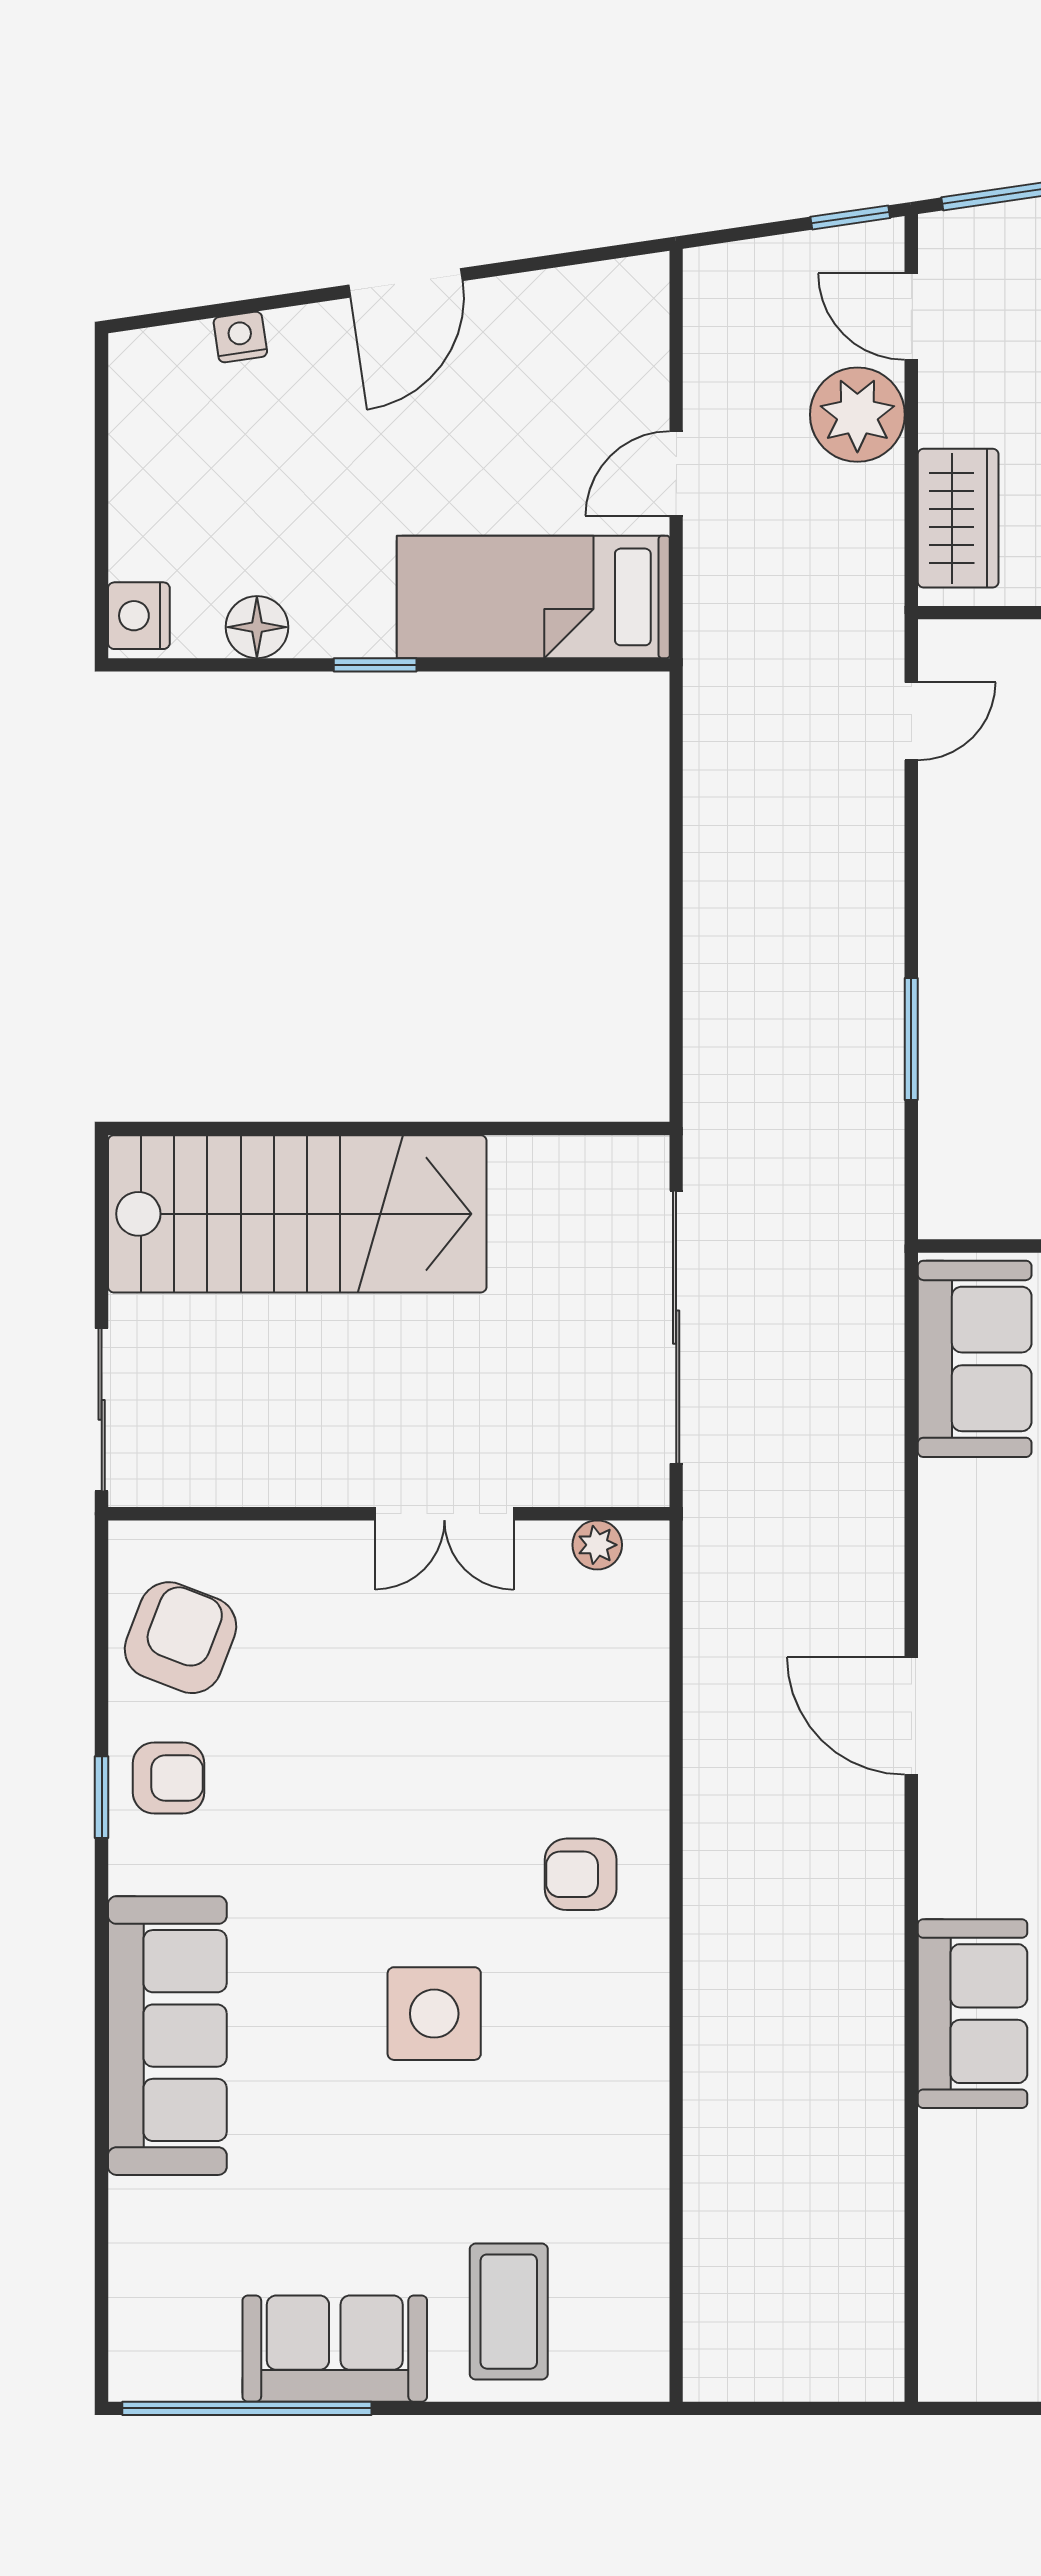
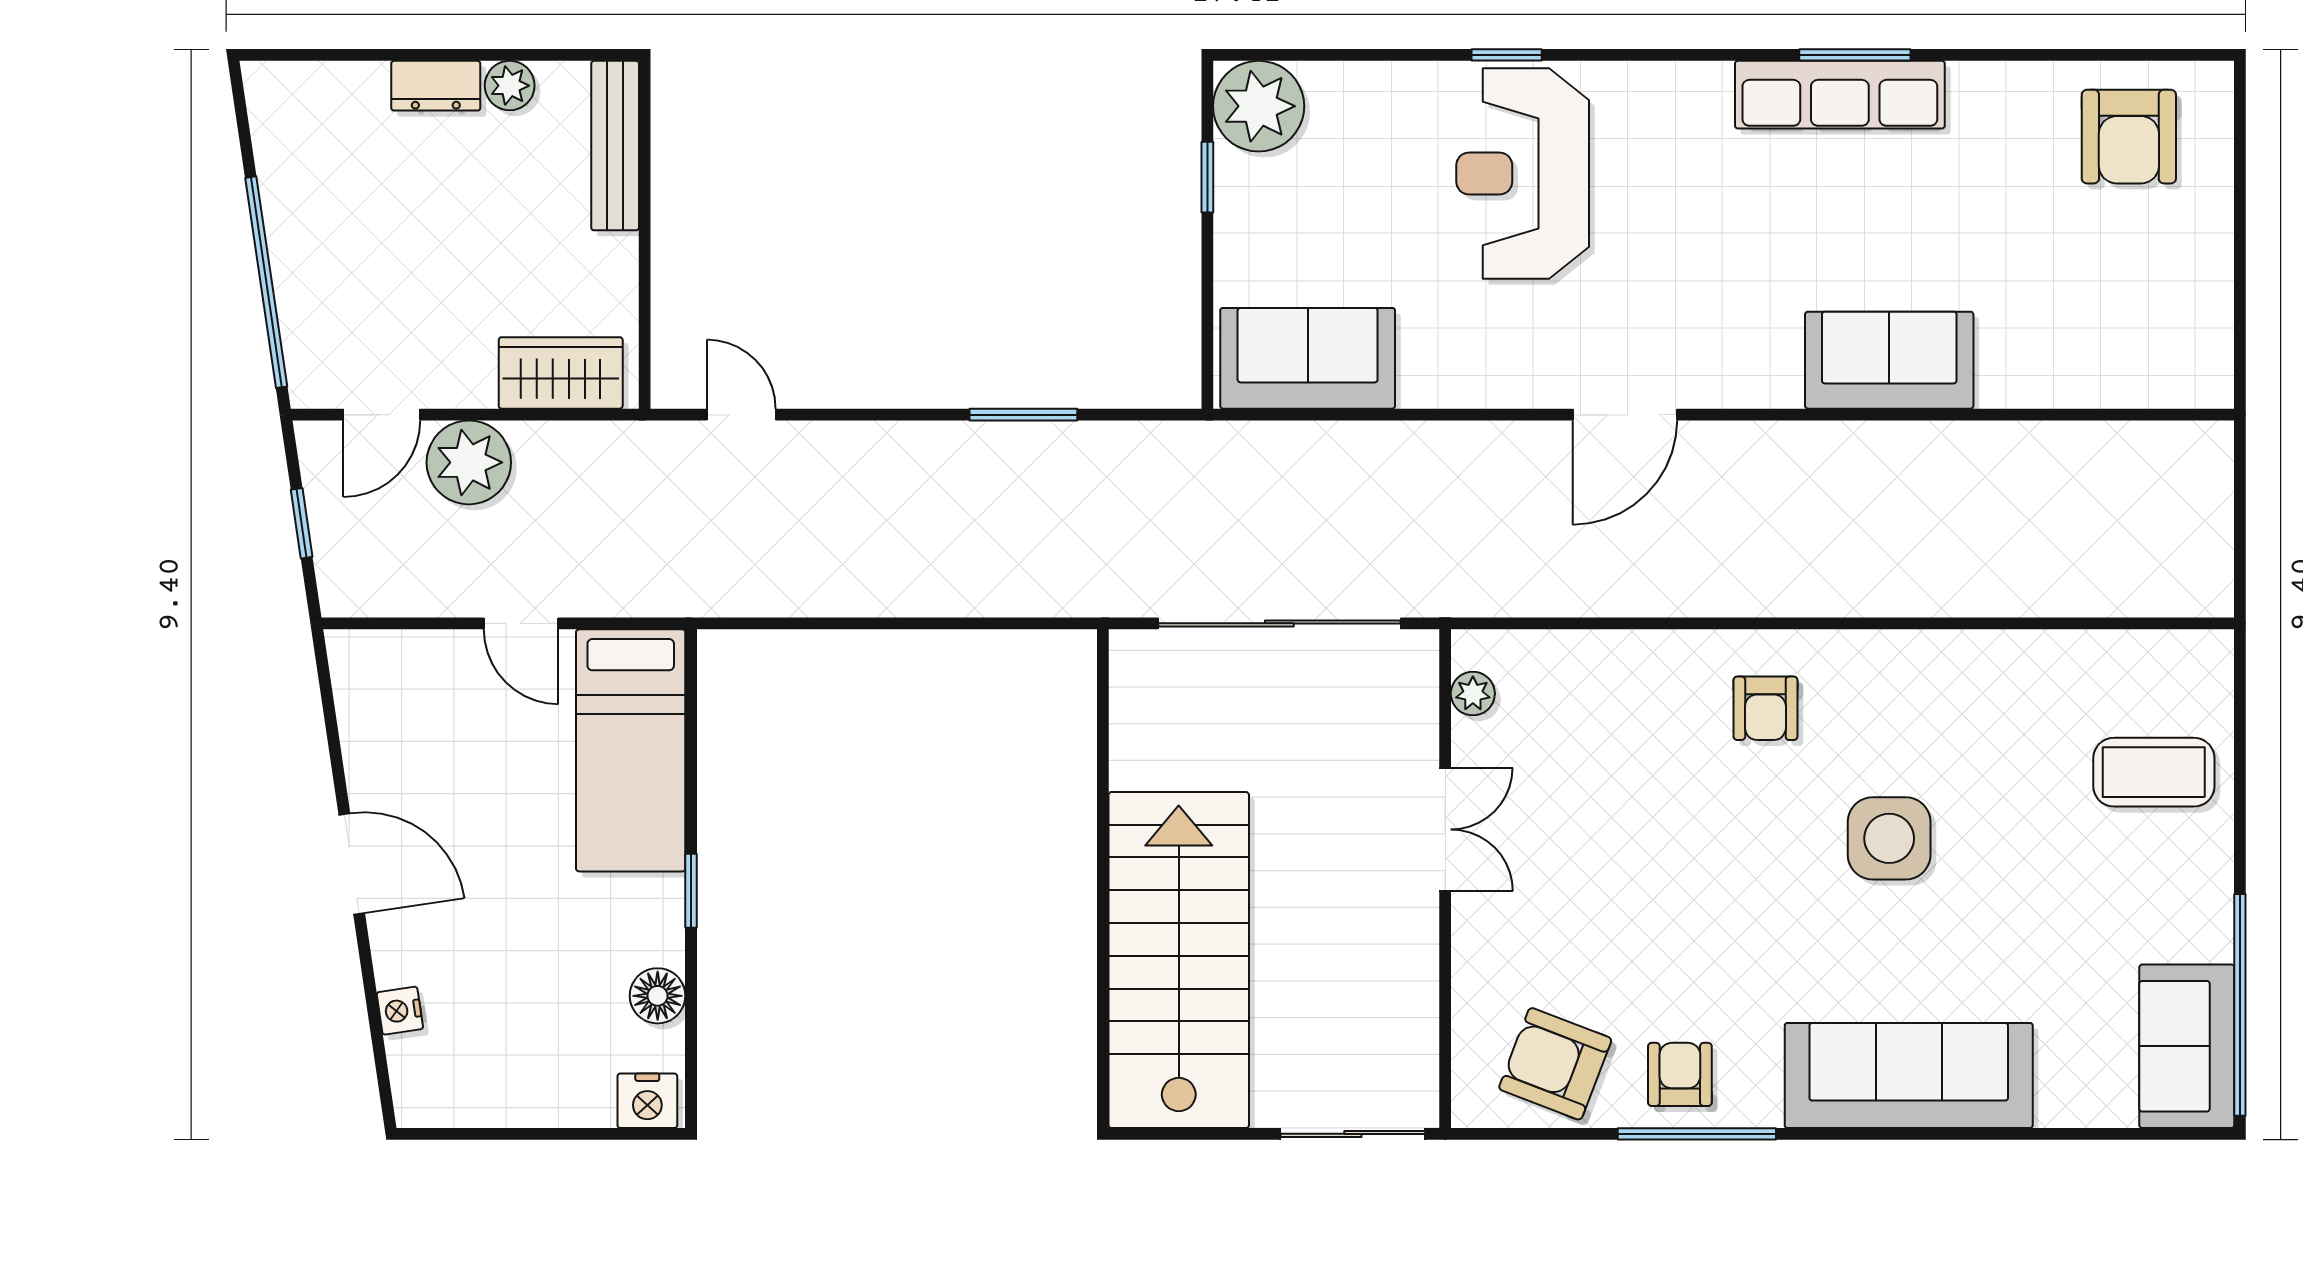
window: (850, 217) -> (302, 523), moved
window: (102, 1797) -> (1697, 1134), width x2.17
sofa: (335, 2349) -> (2187, 1046), moved

